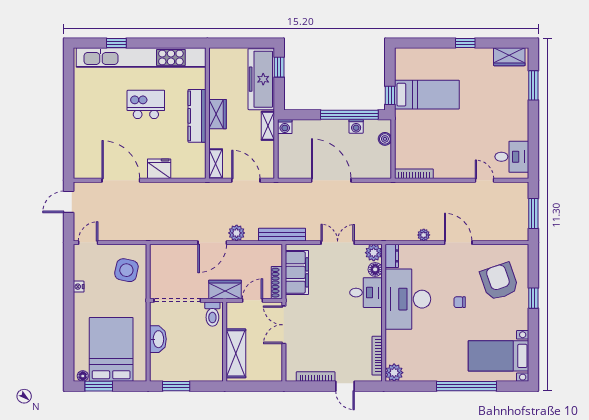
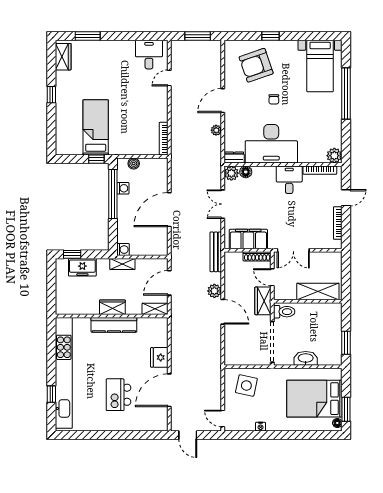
freezer: (261, 79) -> (82, 267), width x0.52, depth x0.79
kitchen island: (146, 104) -> (118, 395), moved
desk: (366, 293) -> (289, 180), moved

